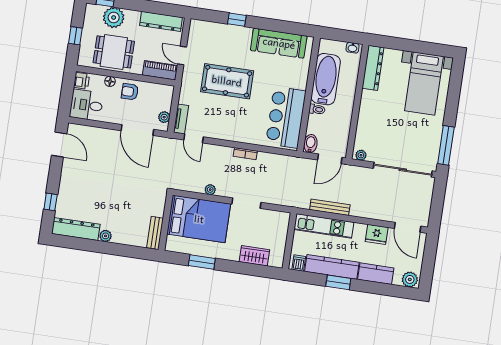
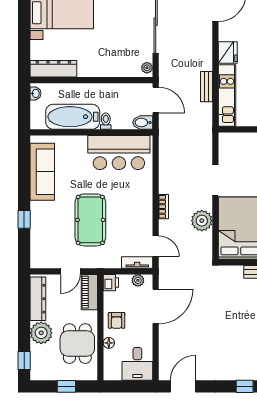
plant: (114, 17) -> (41, 333), moved
printer: (82, 81) -> (111, 283), moved, turned 90
door: (194, 138) -> (156, 246), hinge flipped
bookcase: (245, 154) -> (163, 207), moved
plant: (210, 190) -> (202, 221), width x1.88, depth x1.88
bench: (330, 207) -> (207, 87), width x0.73
fridge: (377, 234) -> (228, 53), moved

